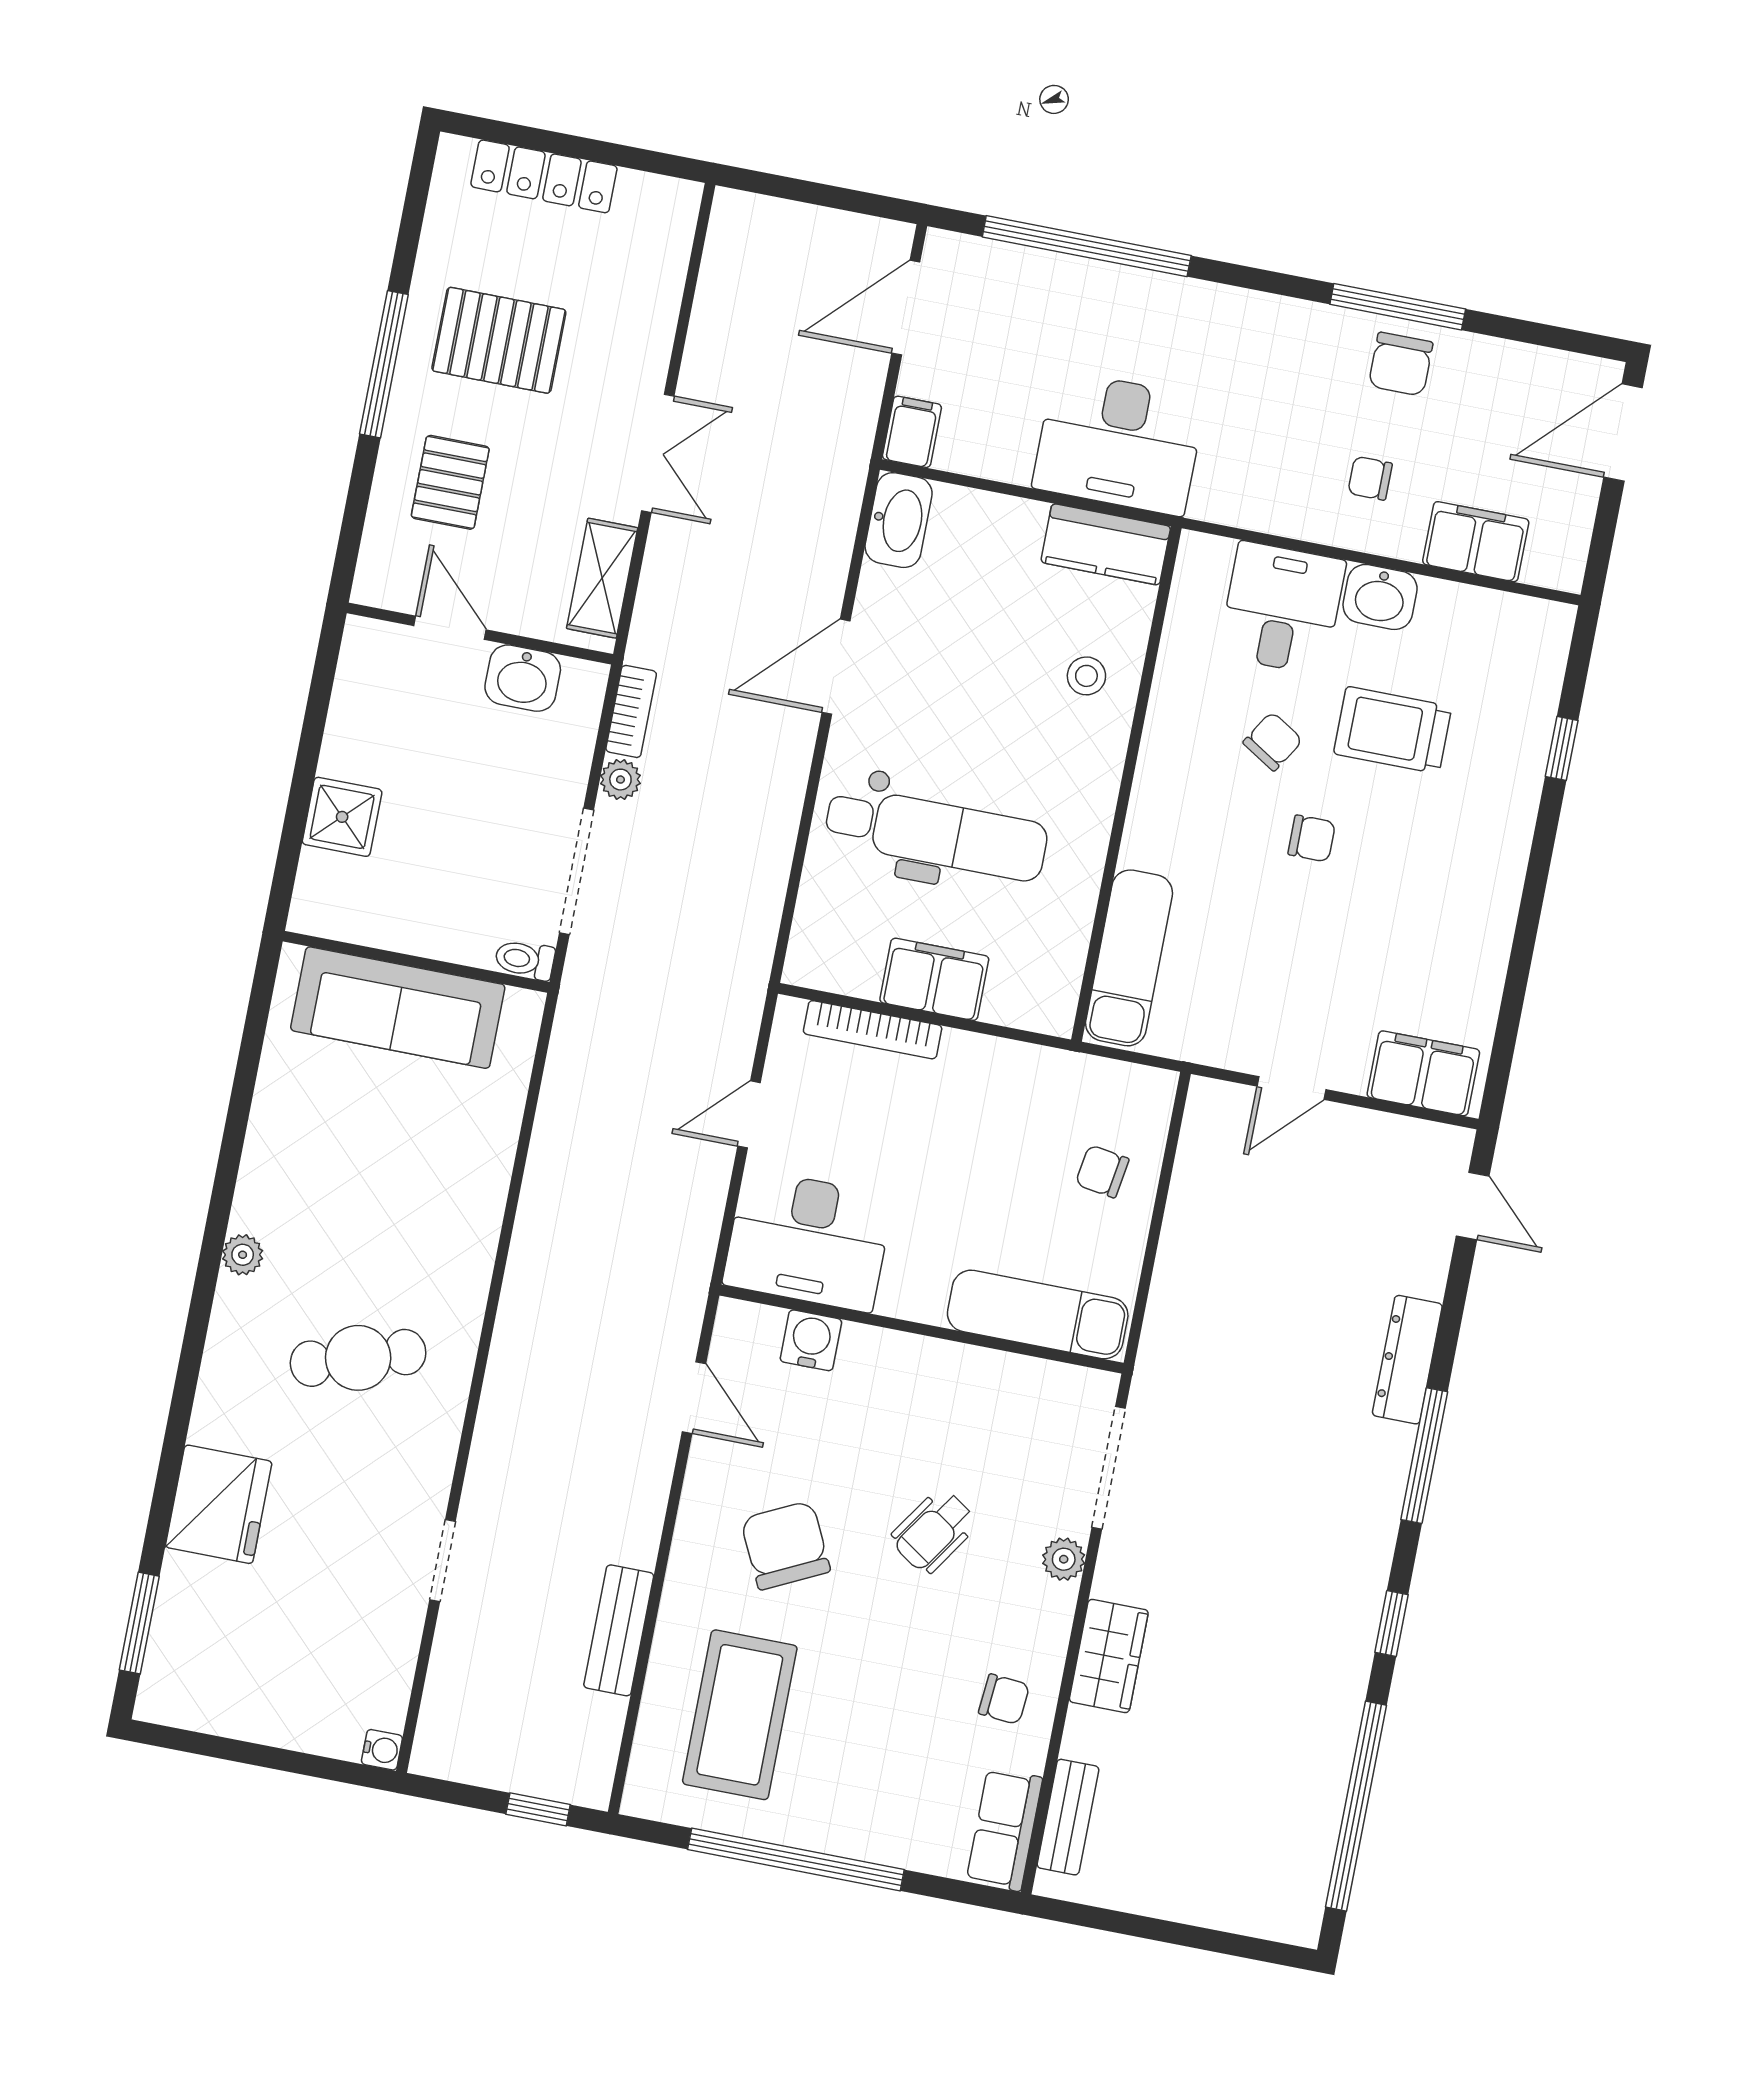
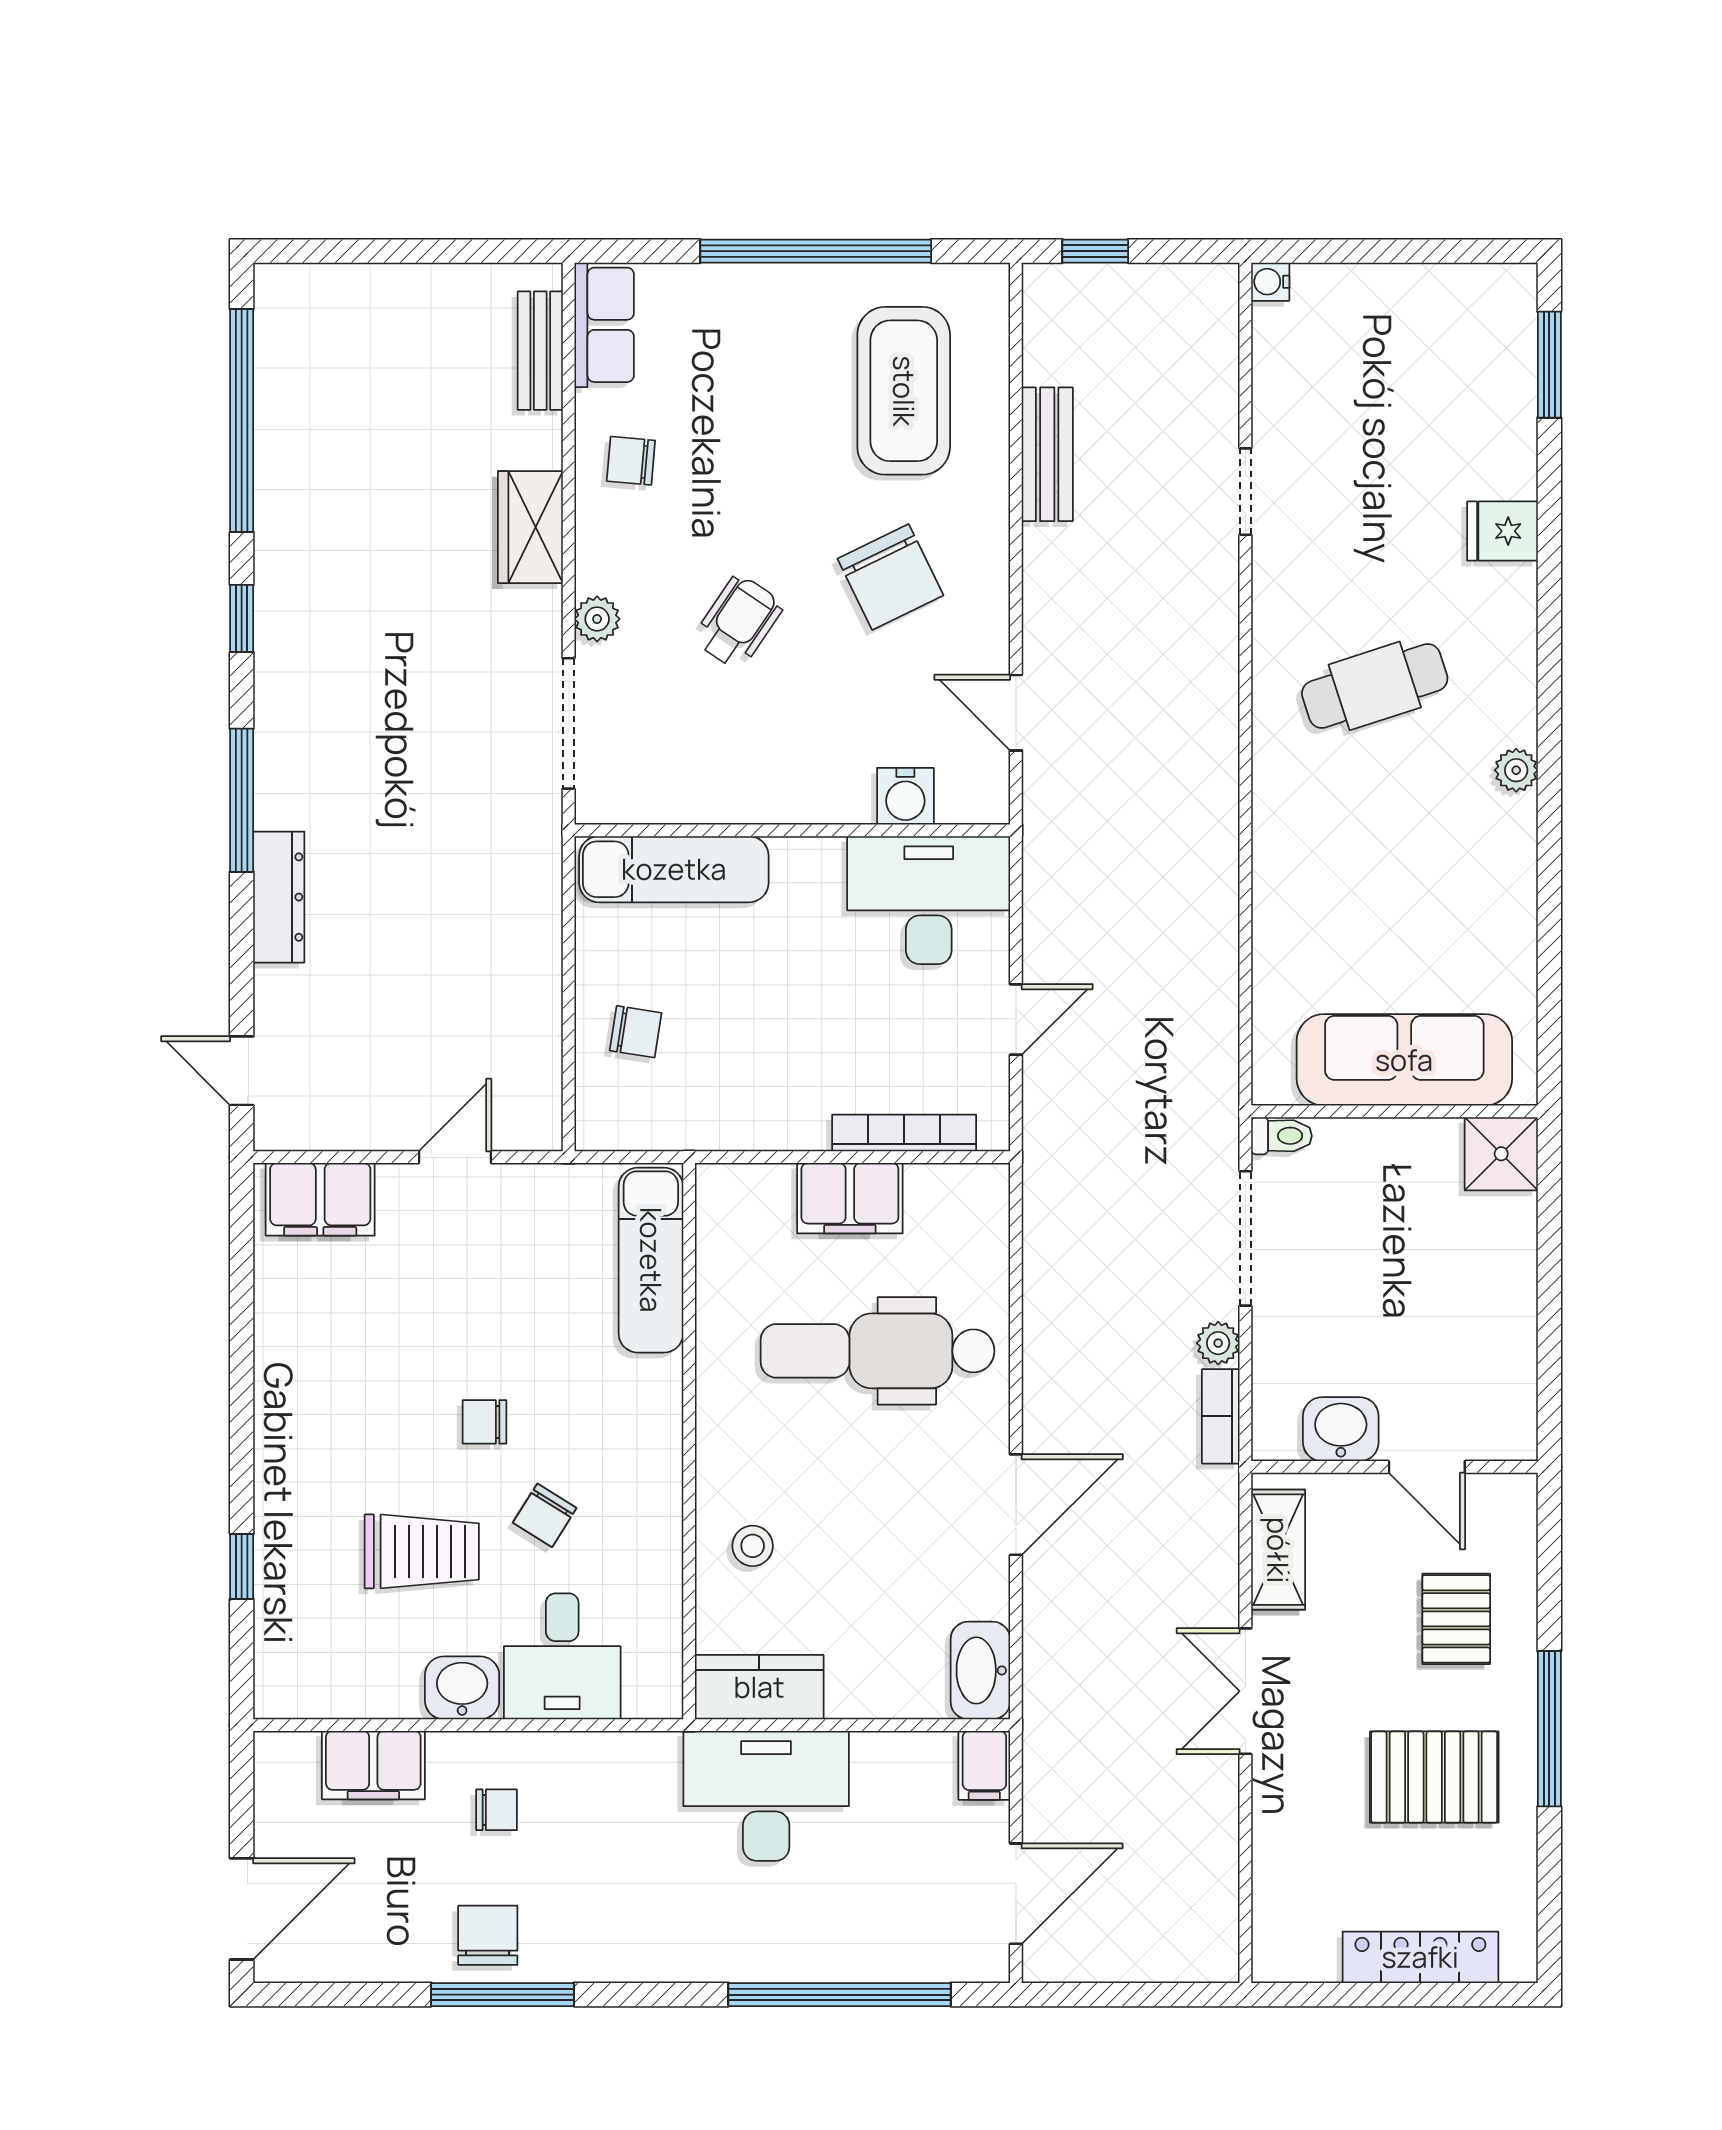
shower: (342, 817) -> (1501, 1154), moved
fridge: (219, 1504) -> (1503, 531), width x0.53, depth x0.75

